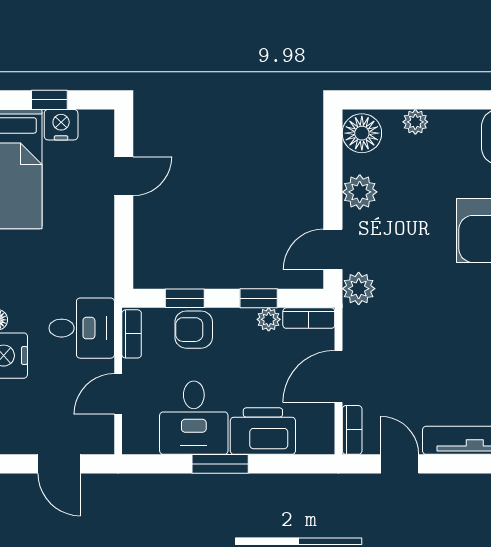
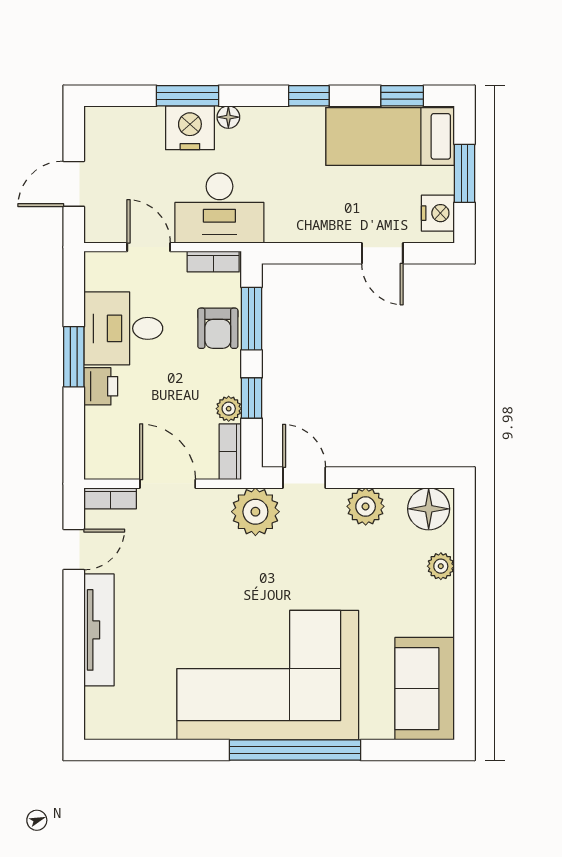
window: (49, 100) -> (464, 173), width x1.50
nightstand: (61, 125) -> (438, 213), moved
plant: (359, 289) -> (255, 512), width x1.36, depth x1.36
window: (185, 298) -> (251, 319), width x1.50
desk: (82, 328) -> (219, 208), width x1.37
armchair: (194, 330) -> (218, 328), turned 180
printer: (263, 431) -> (101, 386), width x0.53, depth x0.68

